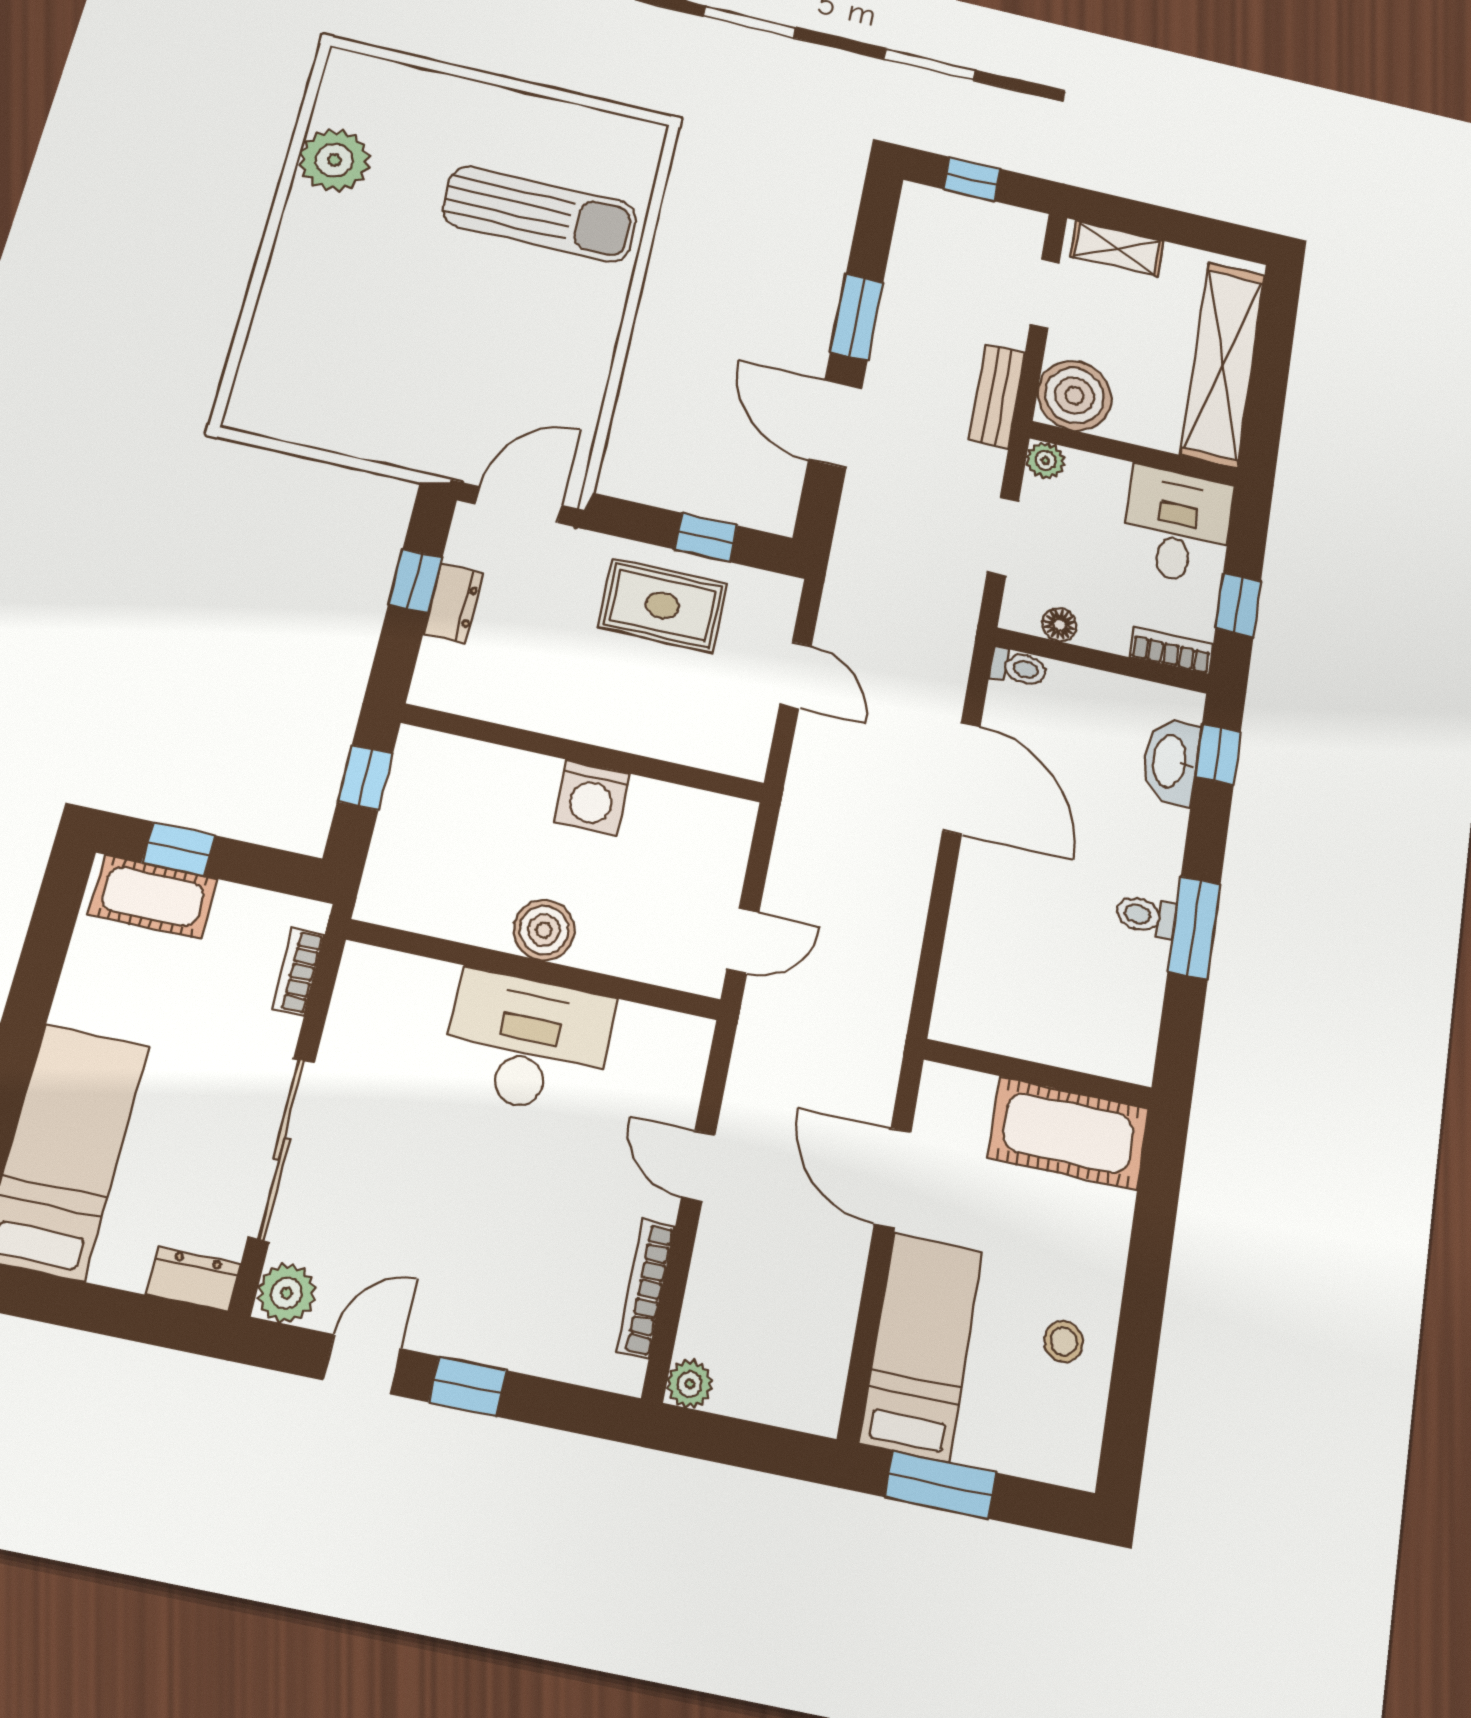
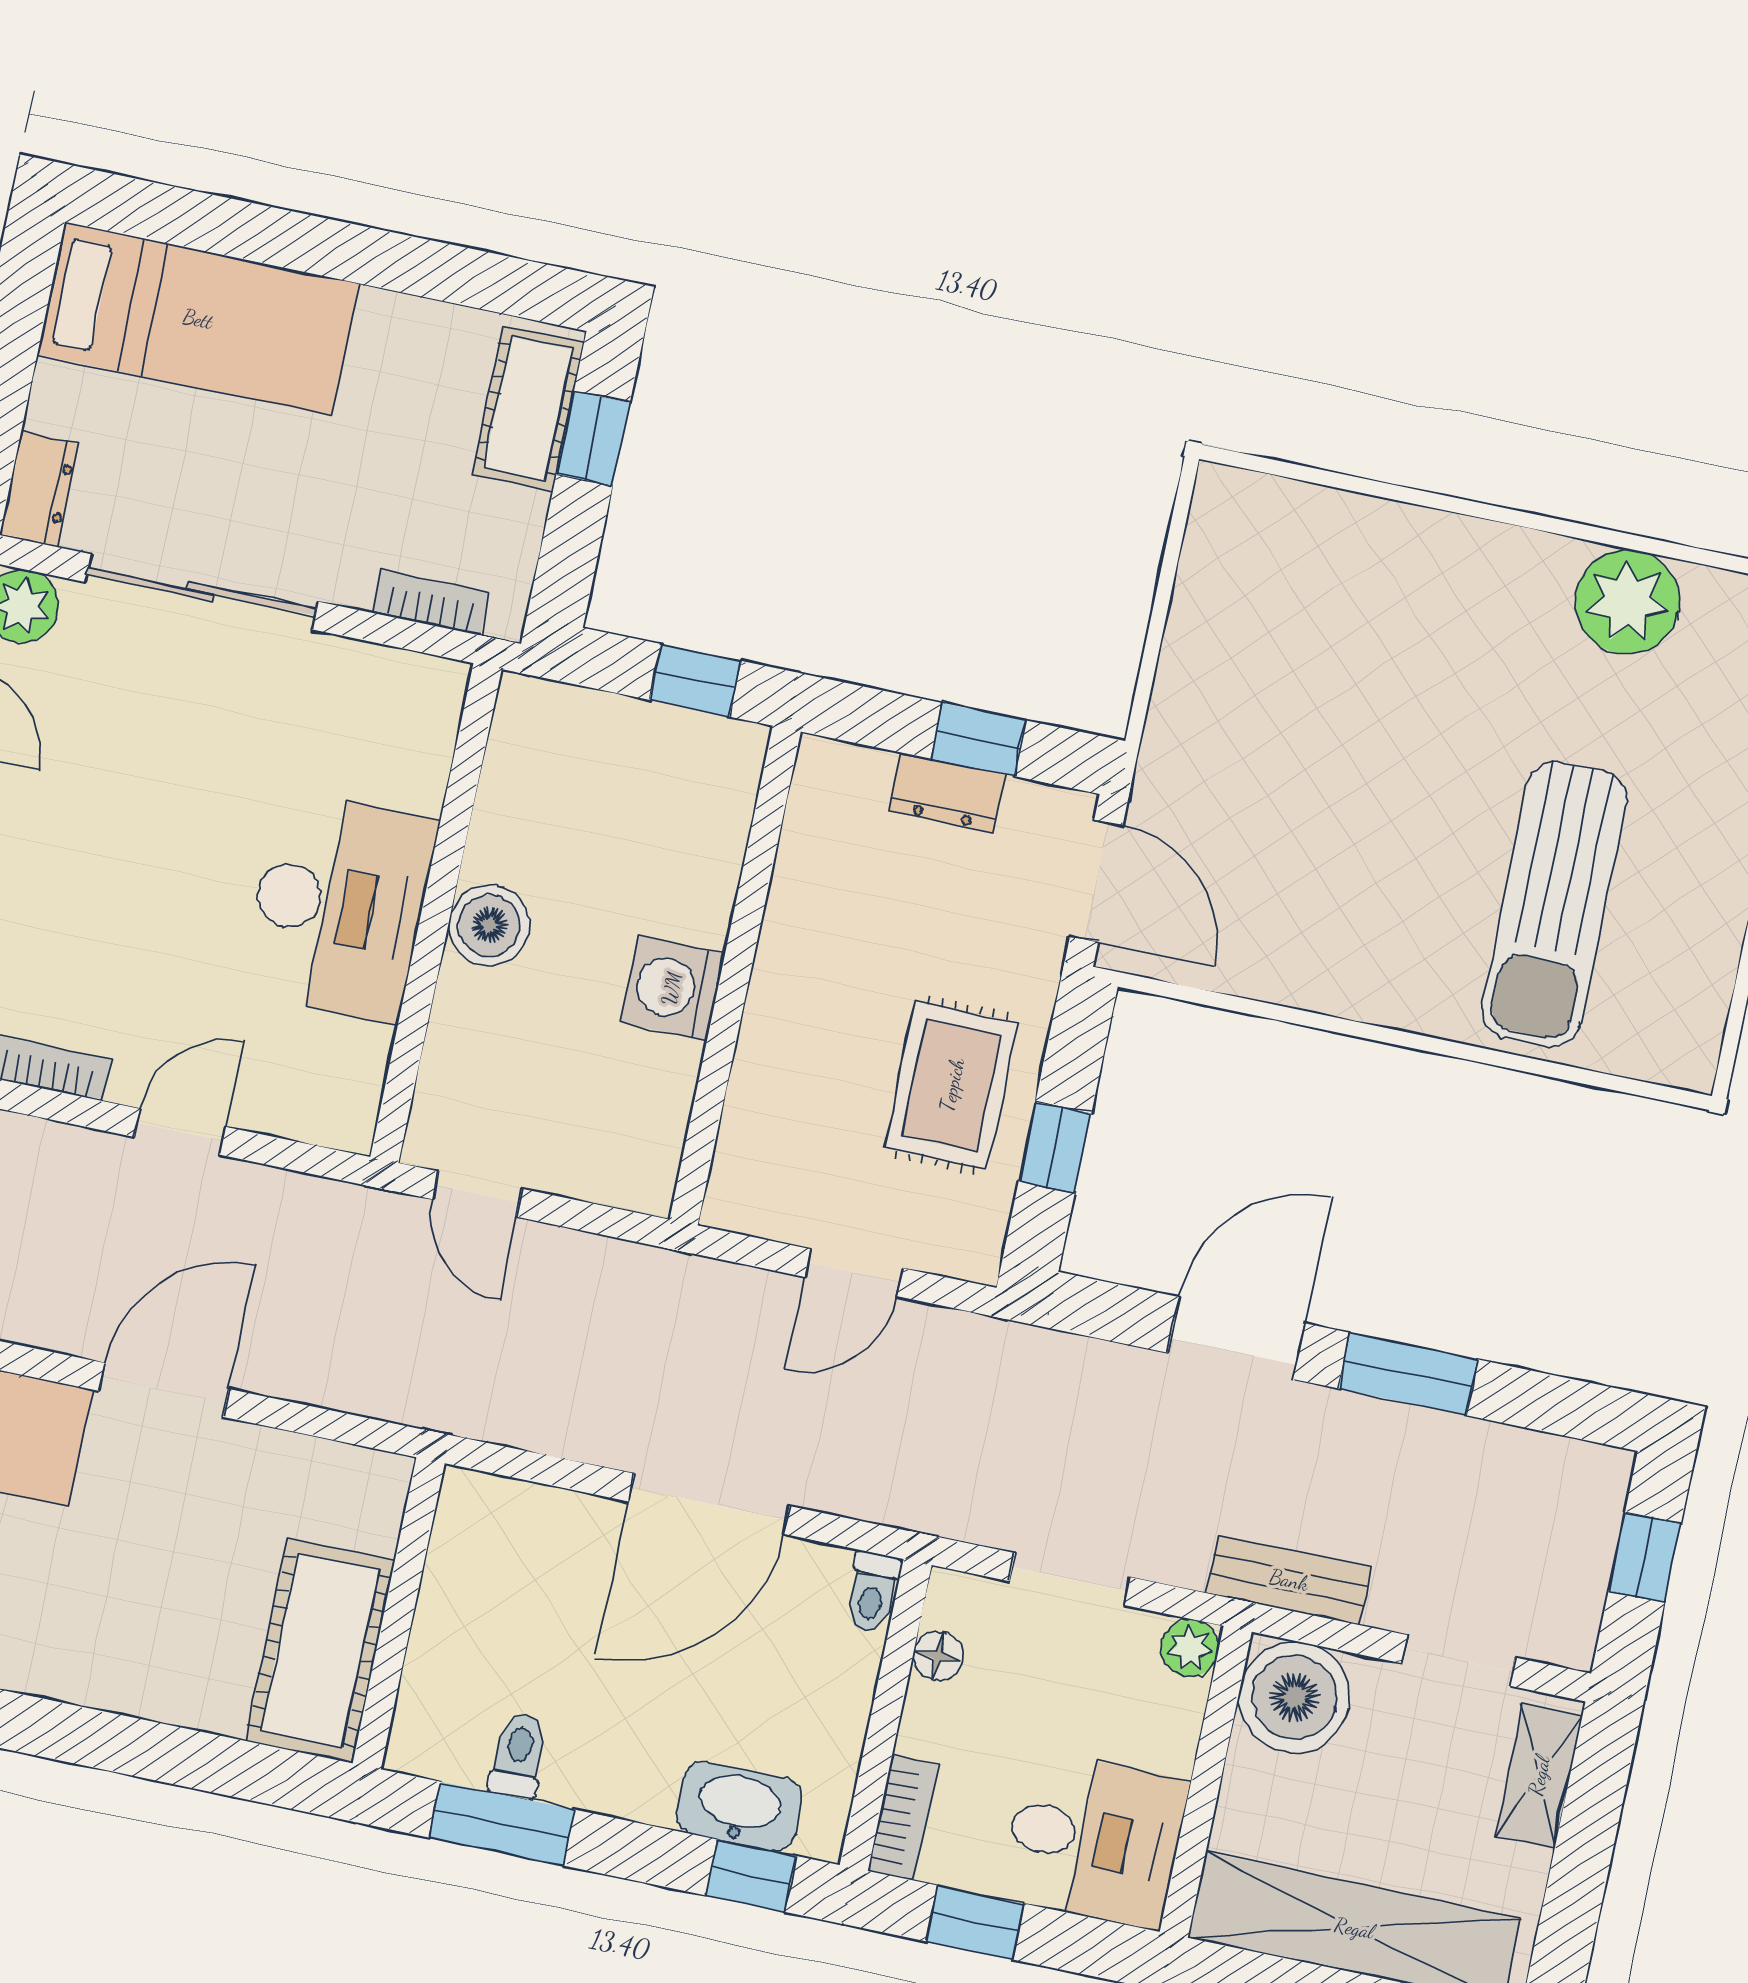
wall: (1038, 1074) -> (399, 1613), moved
cot: (1068, 1133) -> (320, 1651), moved

